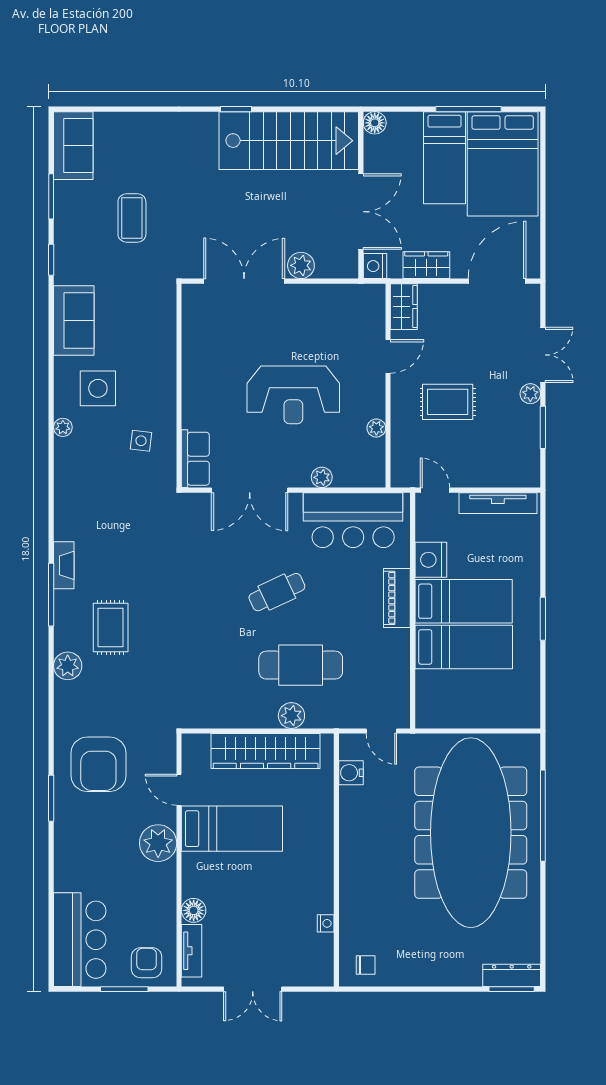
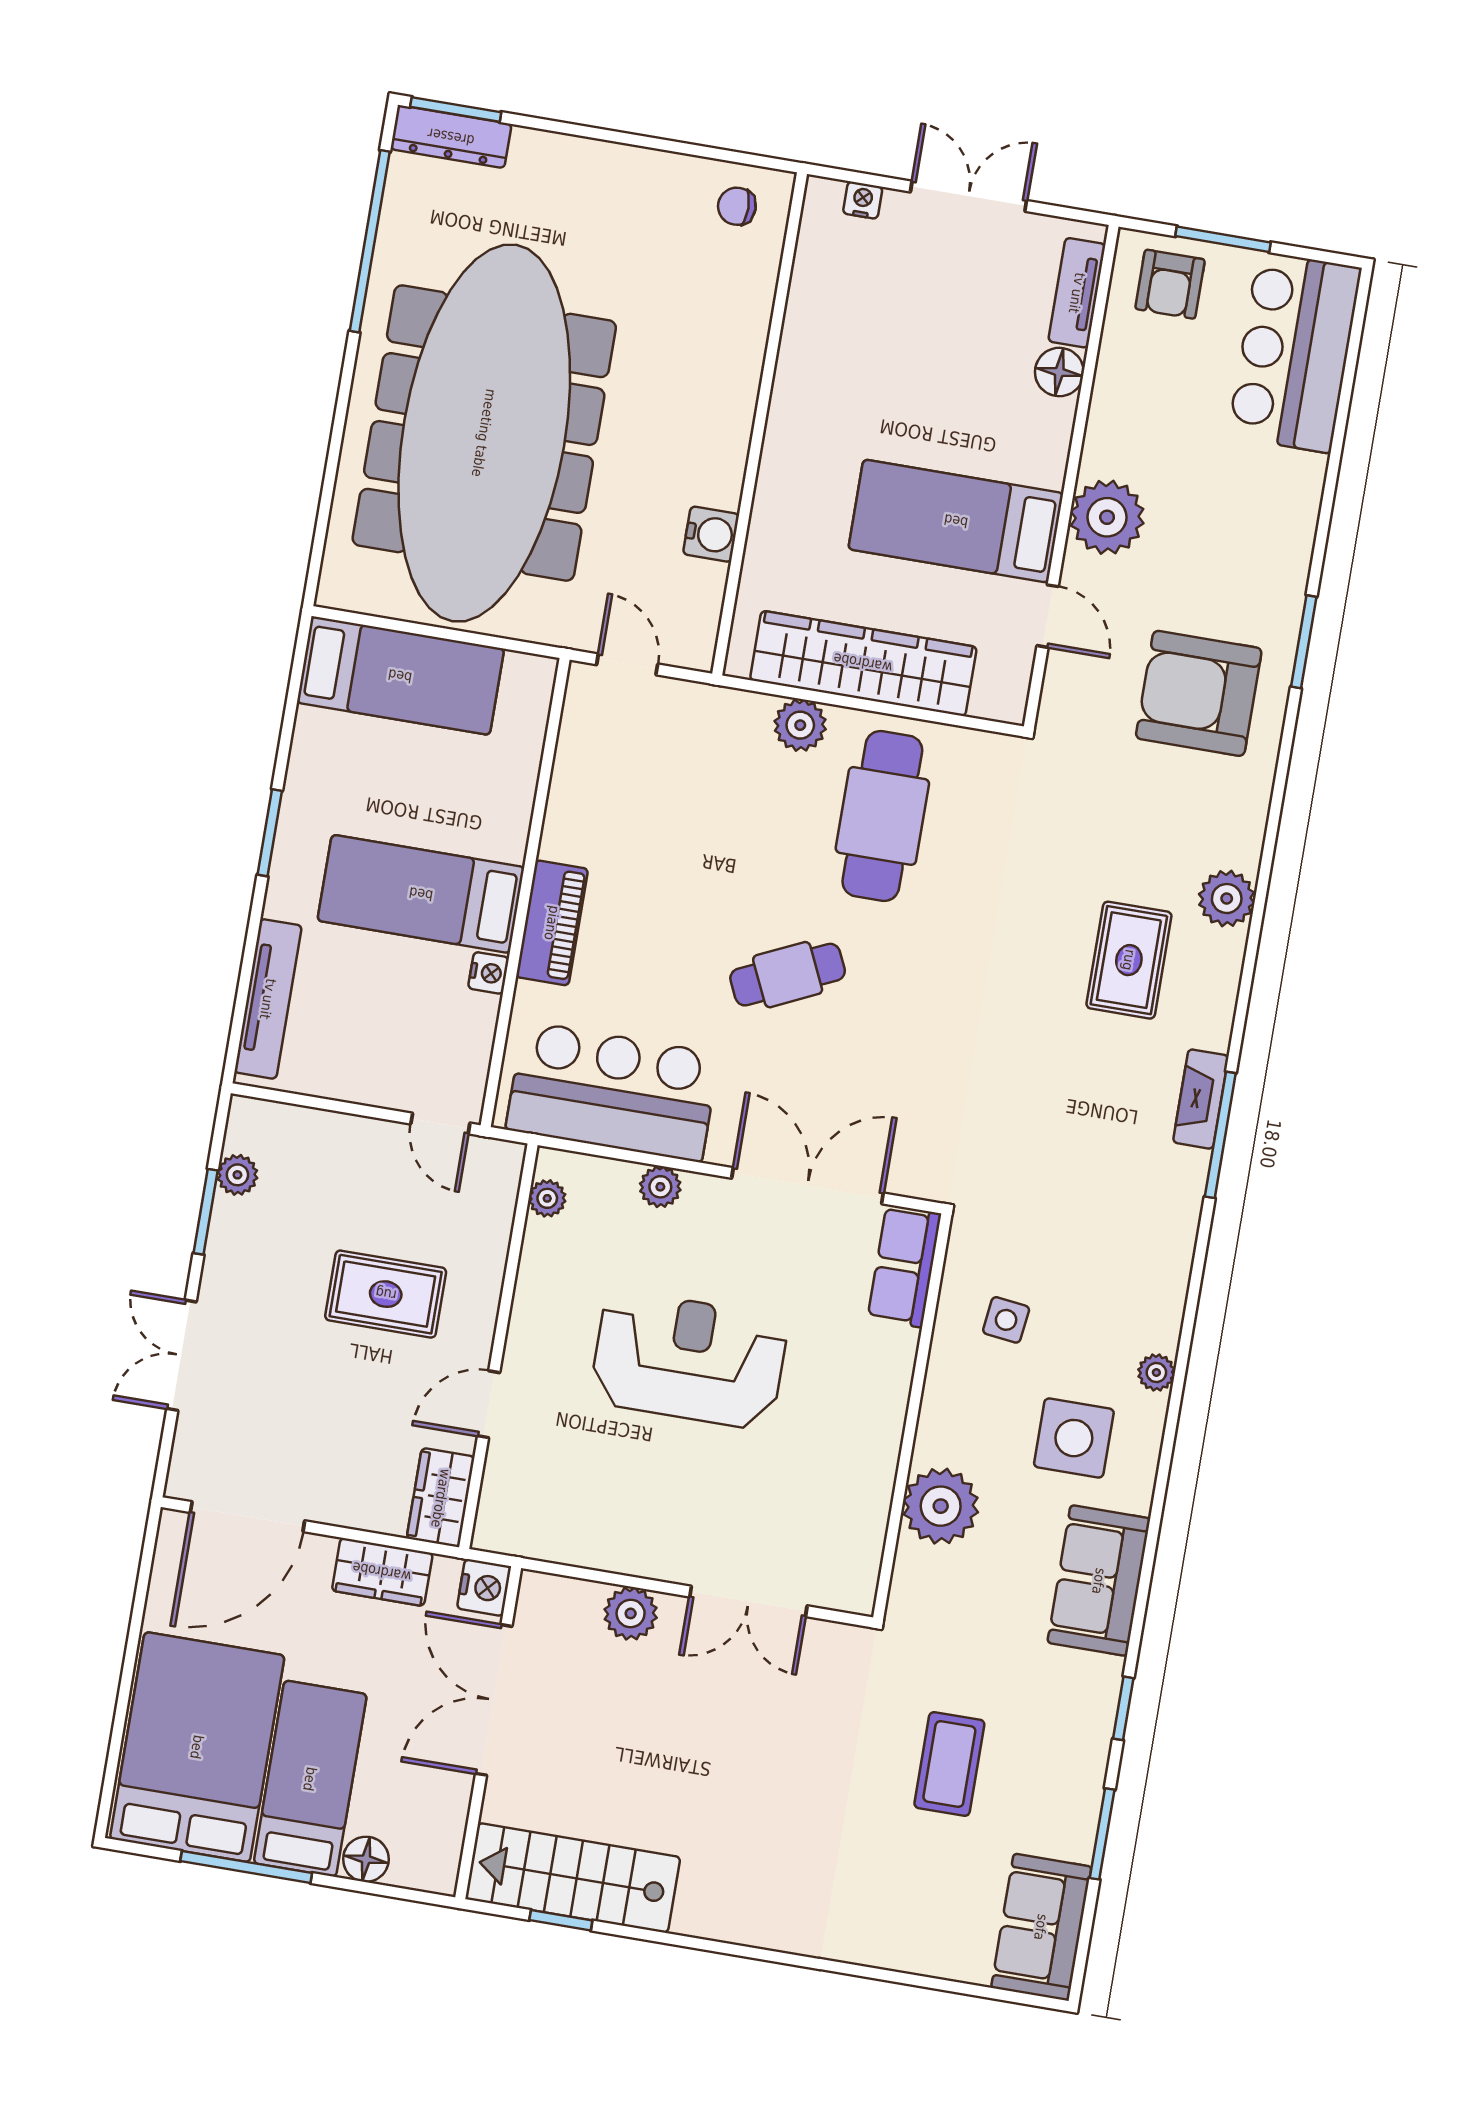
window: (236, 109) -> (561, 1920), moved
floor lamp: (375, 123) -> (366, 1859), moved
stairs: (289, 141) -> (573, 1878), width x0.73, depth x0.66
double door: (244, 281) -> (748, 1601), width x0.73
plant: (158, 344) -> (941, 1506), added
plant: (530, 394) -> (237, 1175), moved
plant: (376, 428) -> (547, 1198), moved
tv unit: (498, 503) -> (268, 999), moved, turned 90
nightstand: (431, 560) -> (489, 973), width x0.53, depth x0.56
window: (51, 595) -> (1220, 1135), moved
bed: (464, 647) -> (400, 676), moved, turned 180
cafe table: (301, 665) -> (882, 816), moved, turned 90
armchair: (98, 764) -> (1199, 693), turned -90
water cooler: (351, 773) -> (711, 534), moved
window: (543, 816) -> (370, 241), moved
nightstand: (326, 923) -> (863, 200), moved, turned 90

